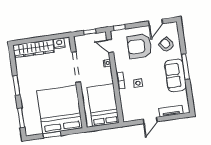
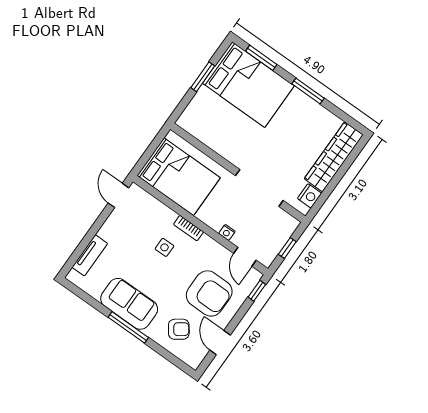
door: (110, 46) -> (245, 257), swing flipped
armchair: (139, 46) -> (209, 293), turned 90
bed: (60, 109) -> (248, 85), moved, width x0.73
door: (150, 120) -> (118, 195), moved

